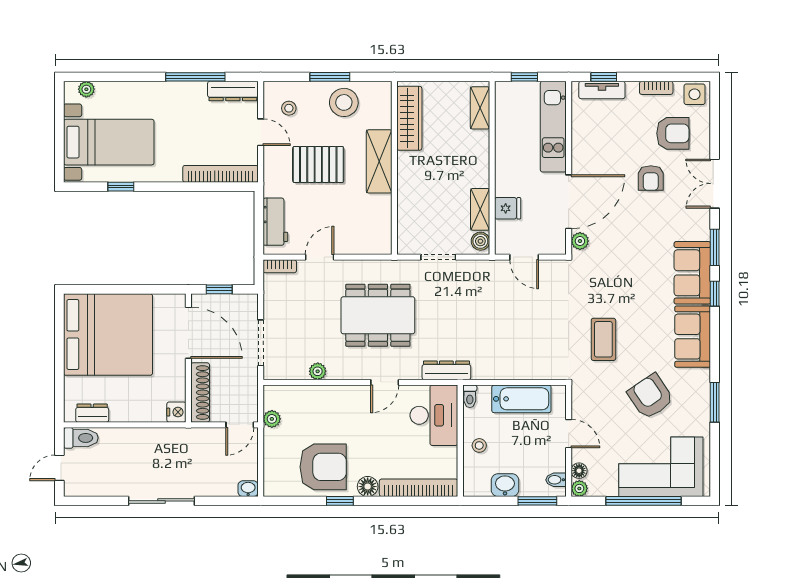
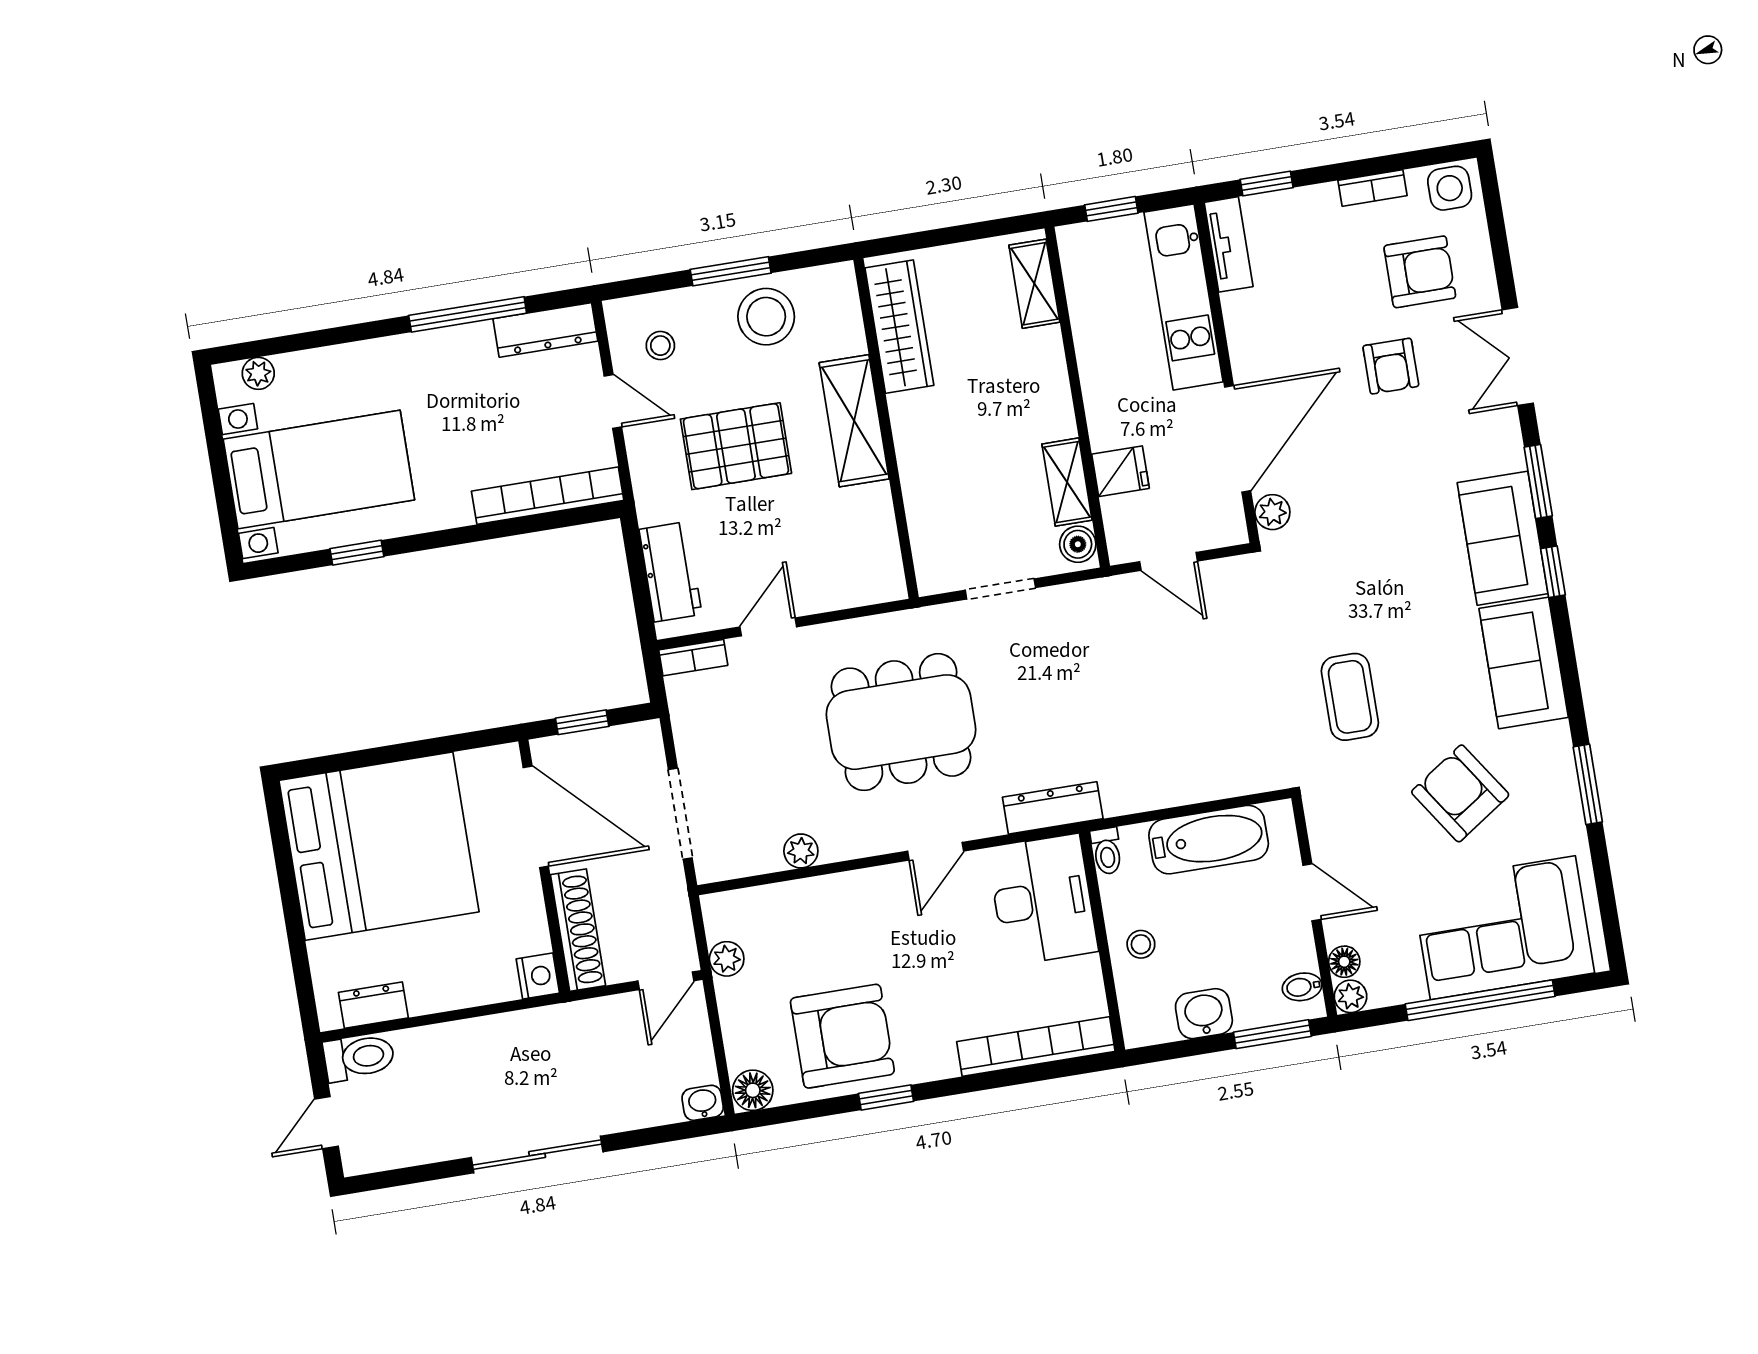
tv unit: (602, 90) -> (1229, 244), moved, turned -90
floor lamp: (368, 487) -> (753, 1090), moved

